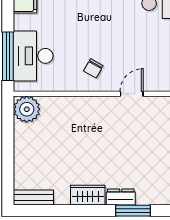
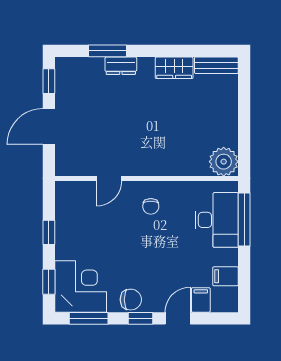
chair: (93, 68) -> (151, 206), turned 151
wardrobe: (88, 195) -> (174, 68), moved

